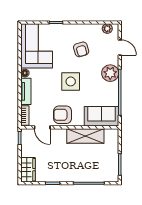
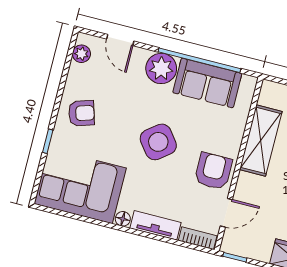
door: (120, 47) -> (120, 40), swing flipped
armchair: (81, 49) -> (81, 113), moved
side table: (71, 81) -> (158, 142), turned -38
armchair: (63, 115) -> (213, 171), turned 180
sofa: (101, 116) -> (207, 83), moved, turned -90

